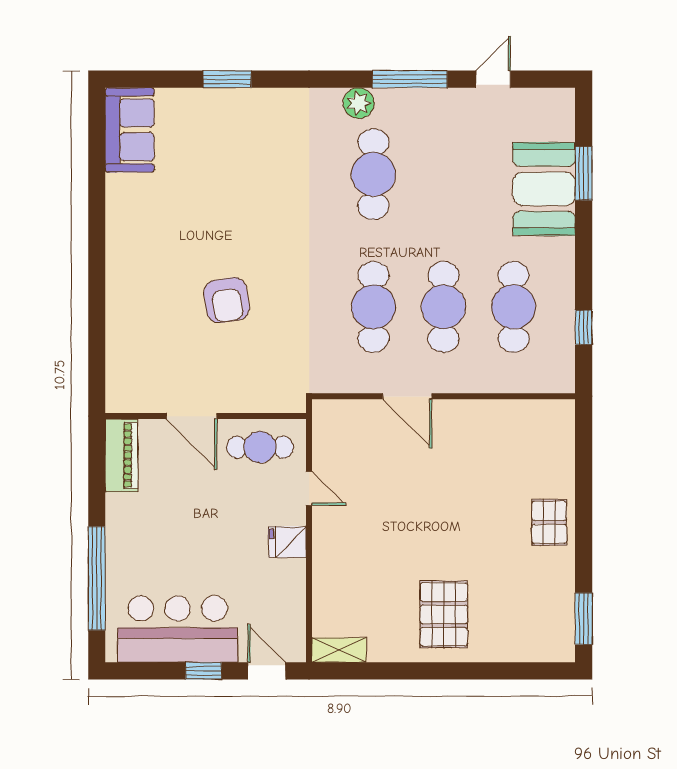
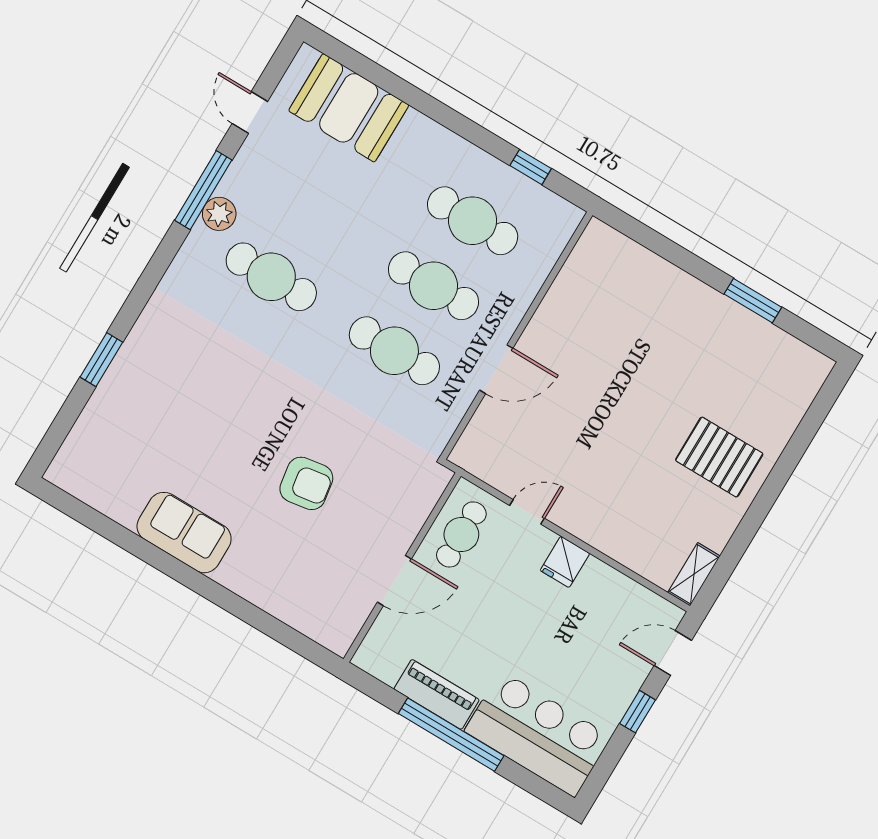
plant: (359, 103) -> (219, 214), moved
sofa: (130, 130) -> (184, 533), moved
window: (584, 173) -> (388, 81), removed
booth: (544, 189) -> (349, 108), moved
piano: (122, 455) -> (437, 694), moved
pallet: (549, 522) -> (693, 308), removed
window: (97, 578) -> (451, 735), moved
window: (584, 619) -> (753, 301), moved
bar counter: (178, 629) -> (538, 734), moved, turned 90

